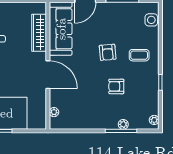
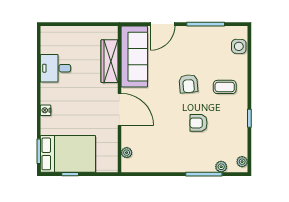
plant: (123, 124) -> (221, 167), moved

